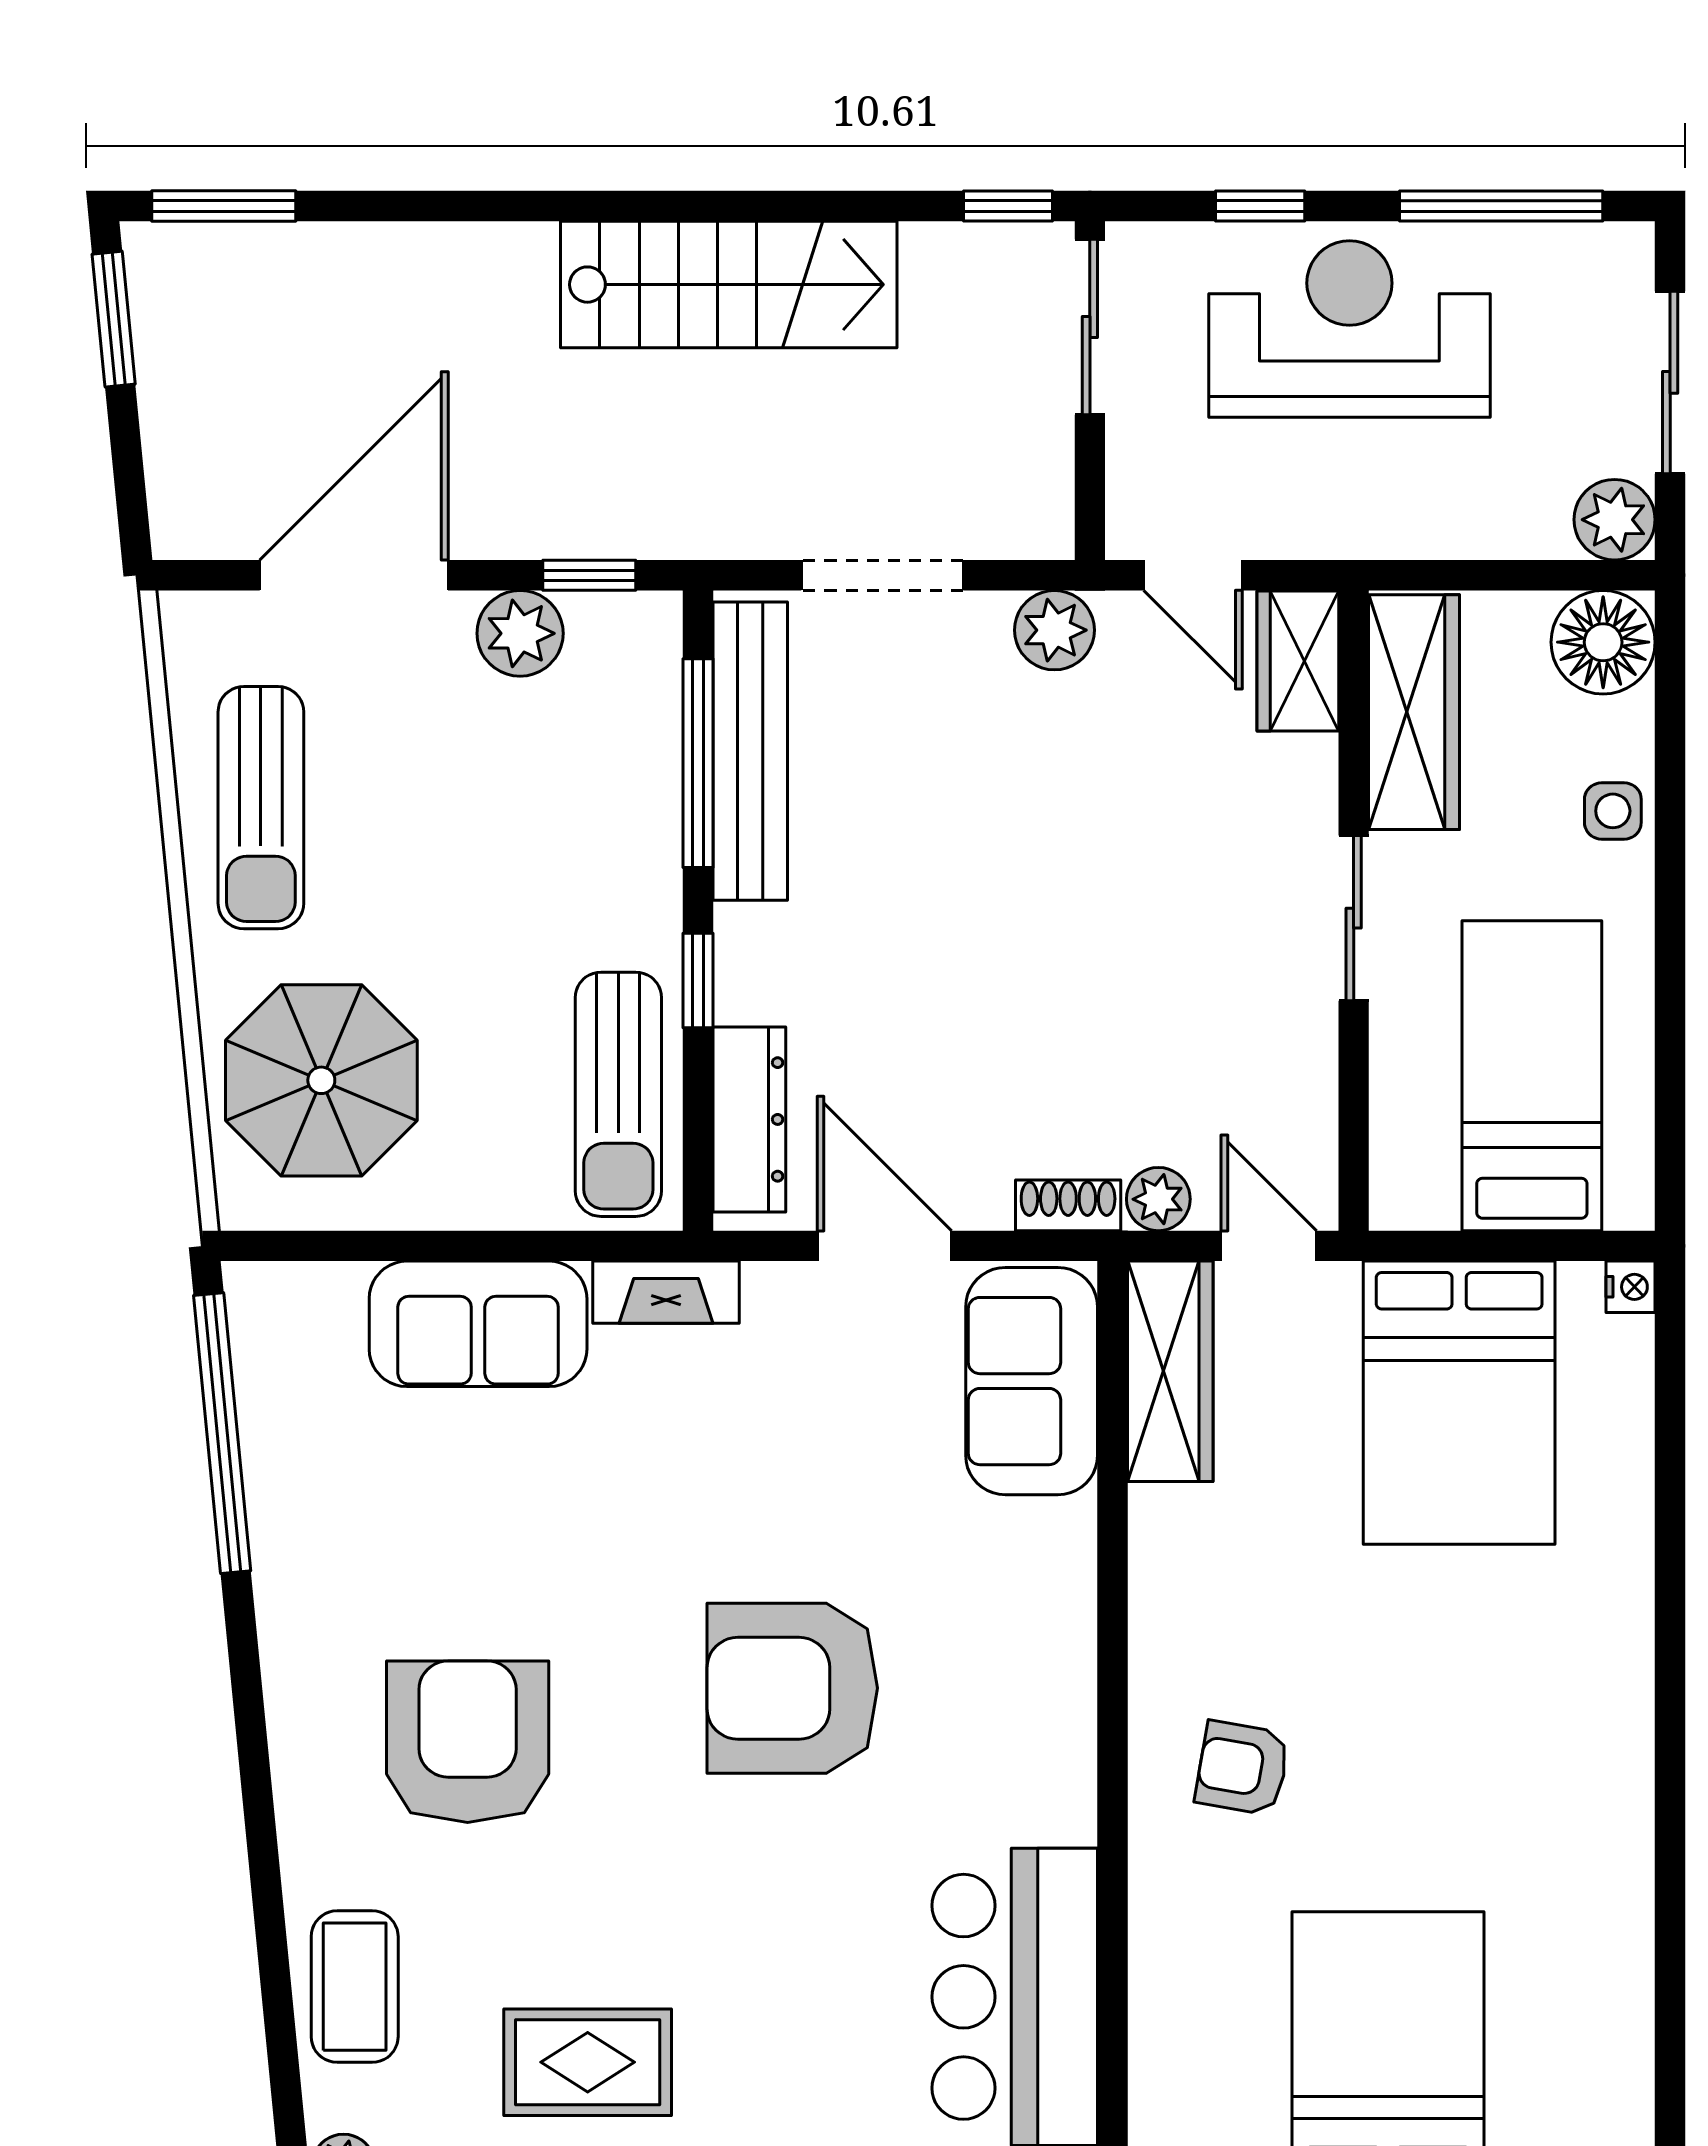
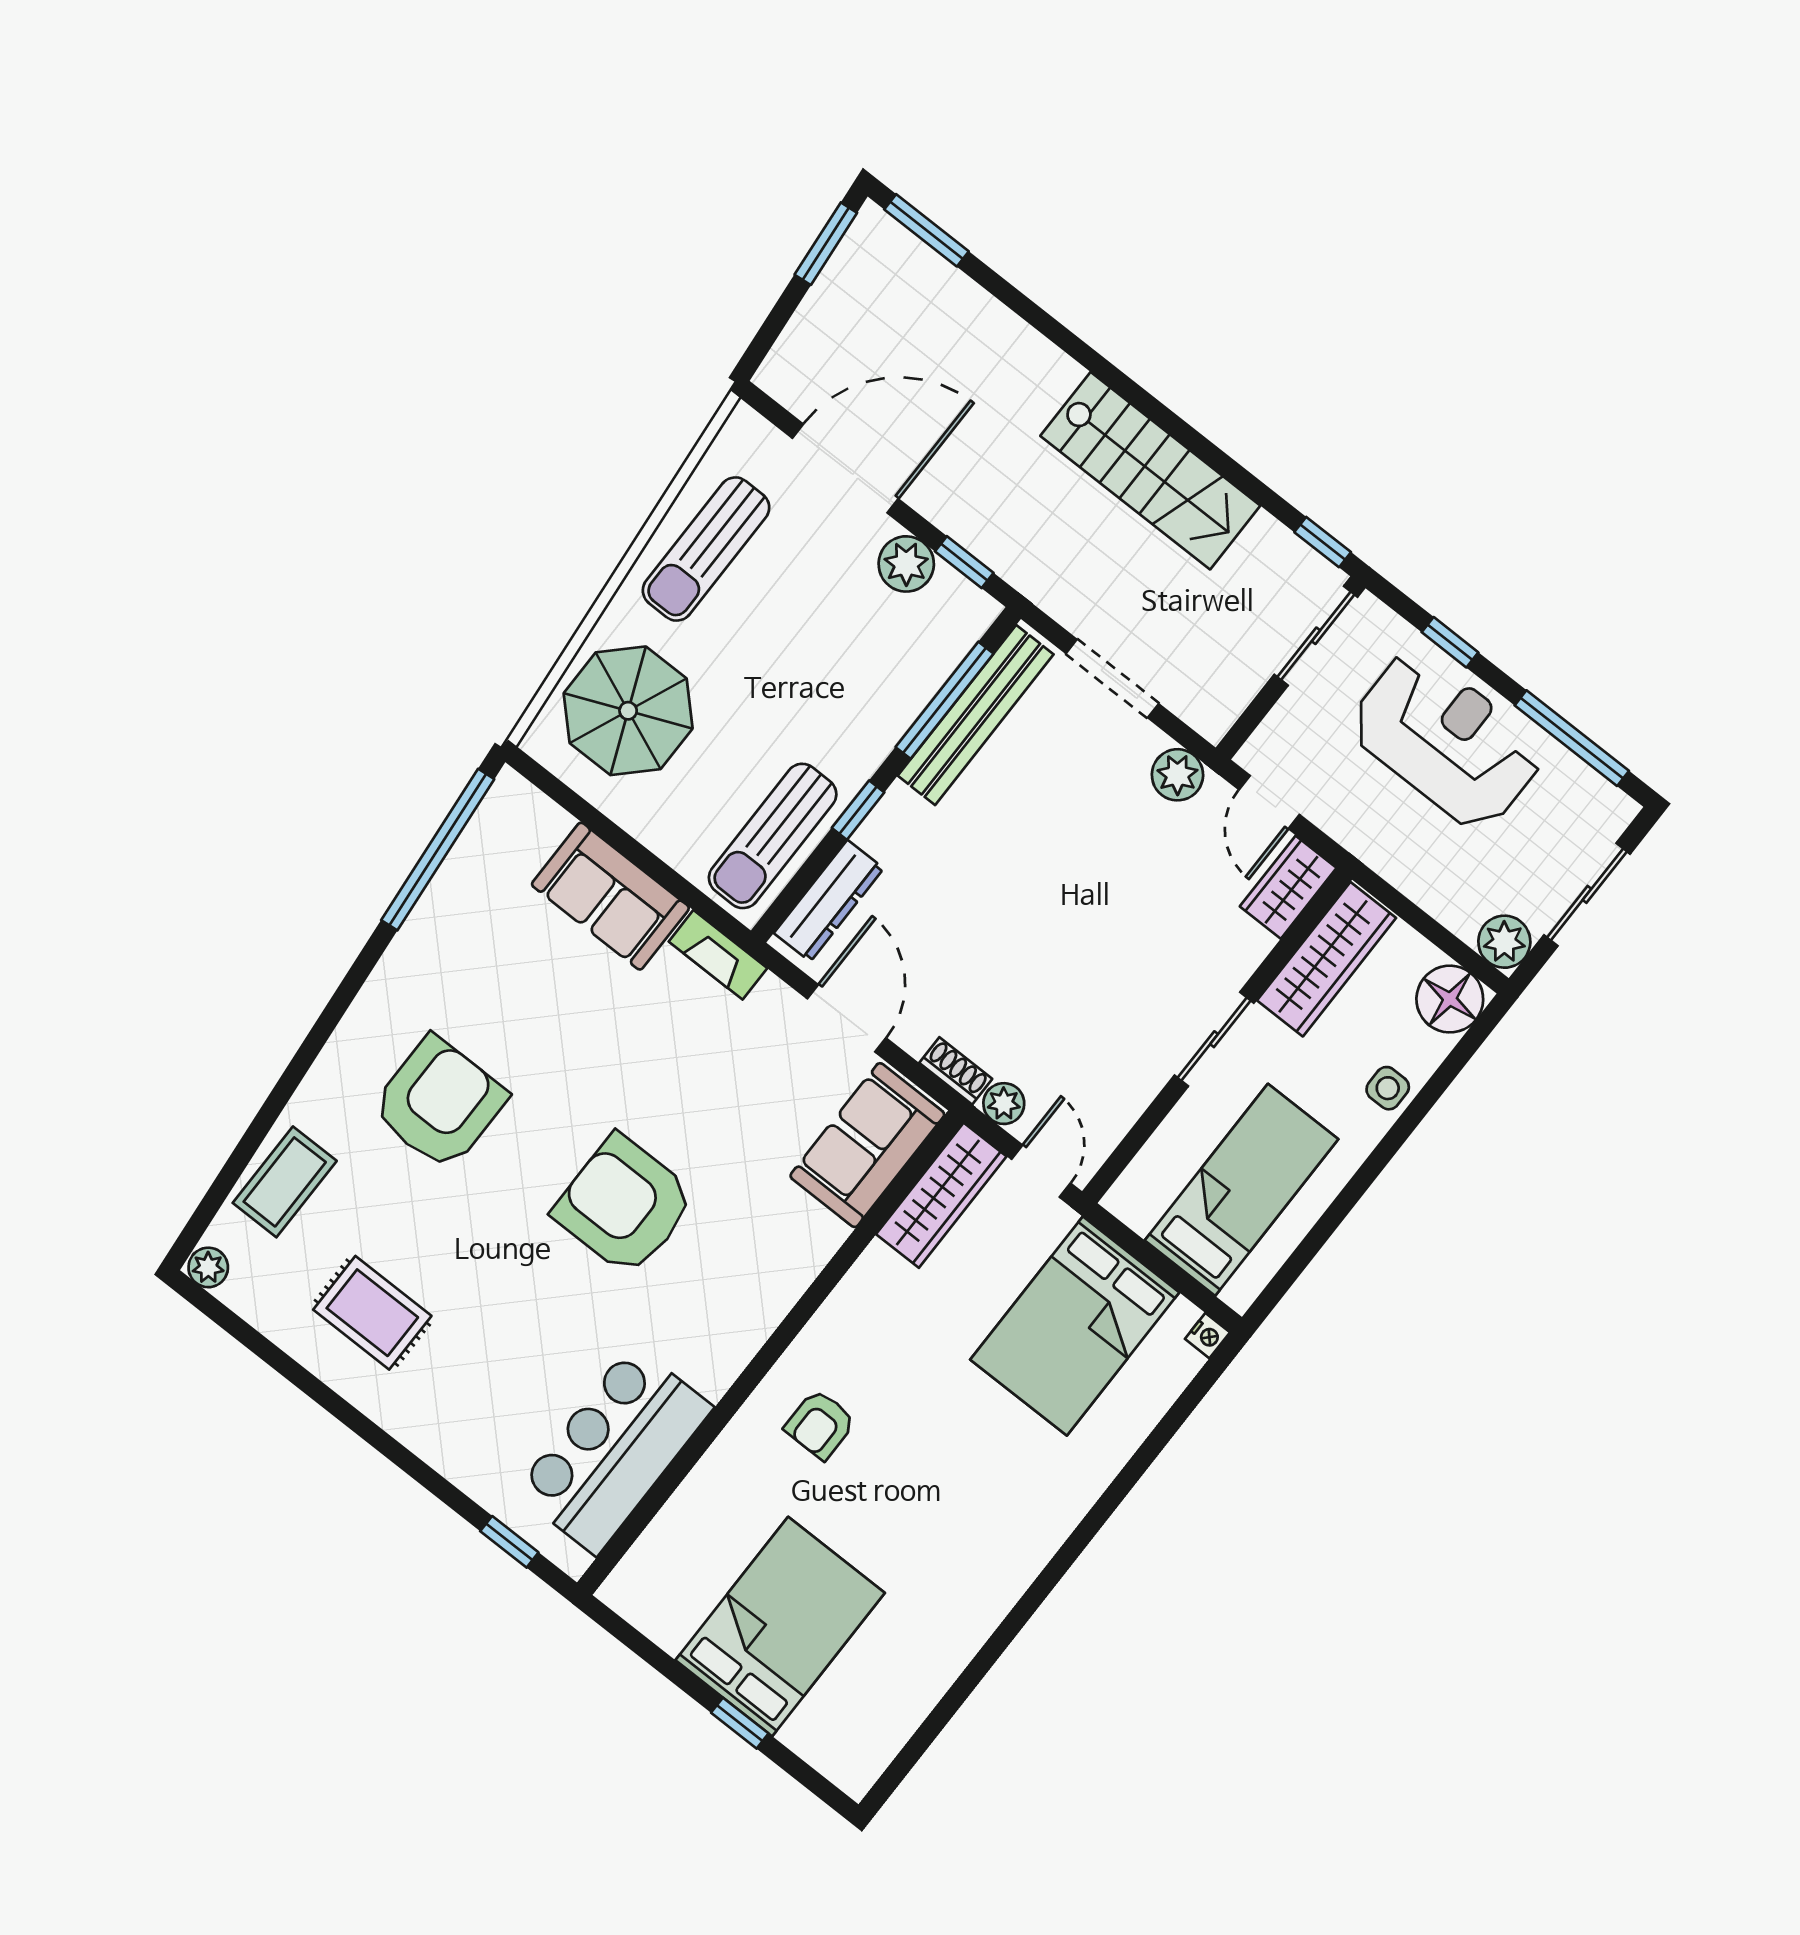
armchair: (1242, 1768) -> (820, 1424), turned -100

